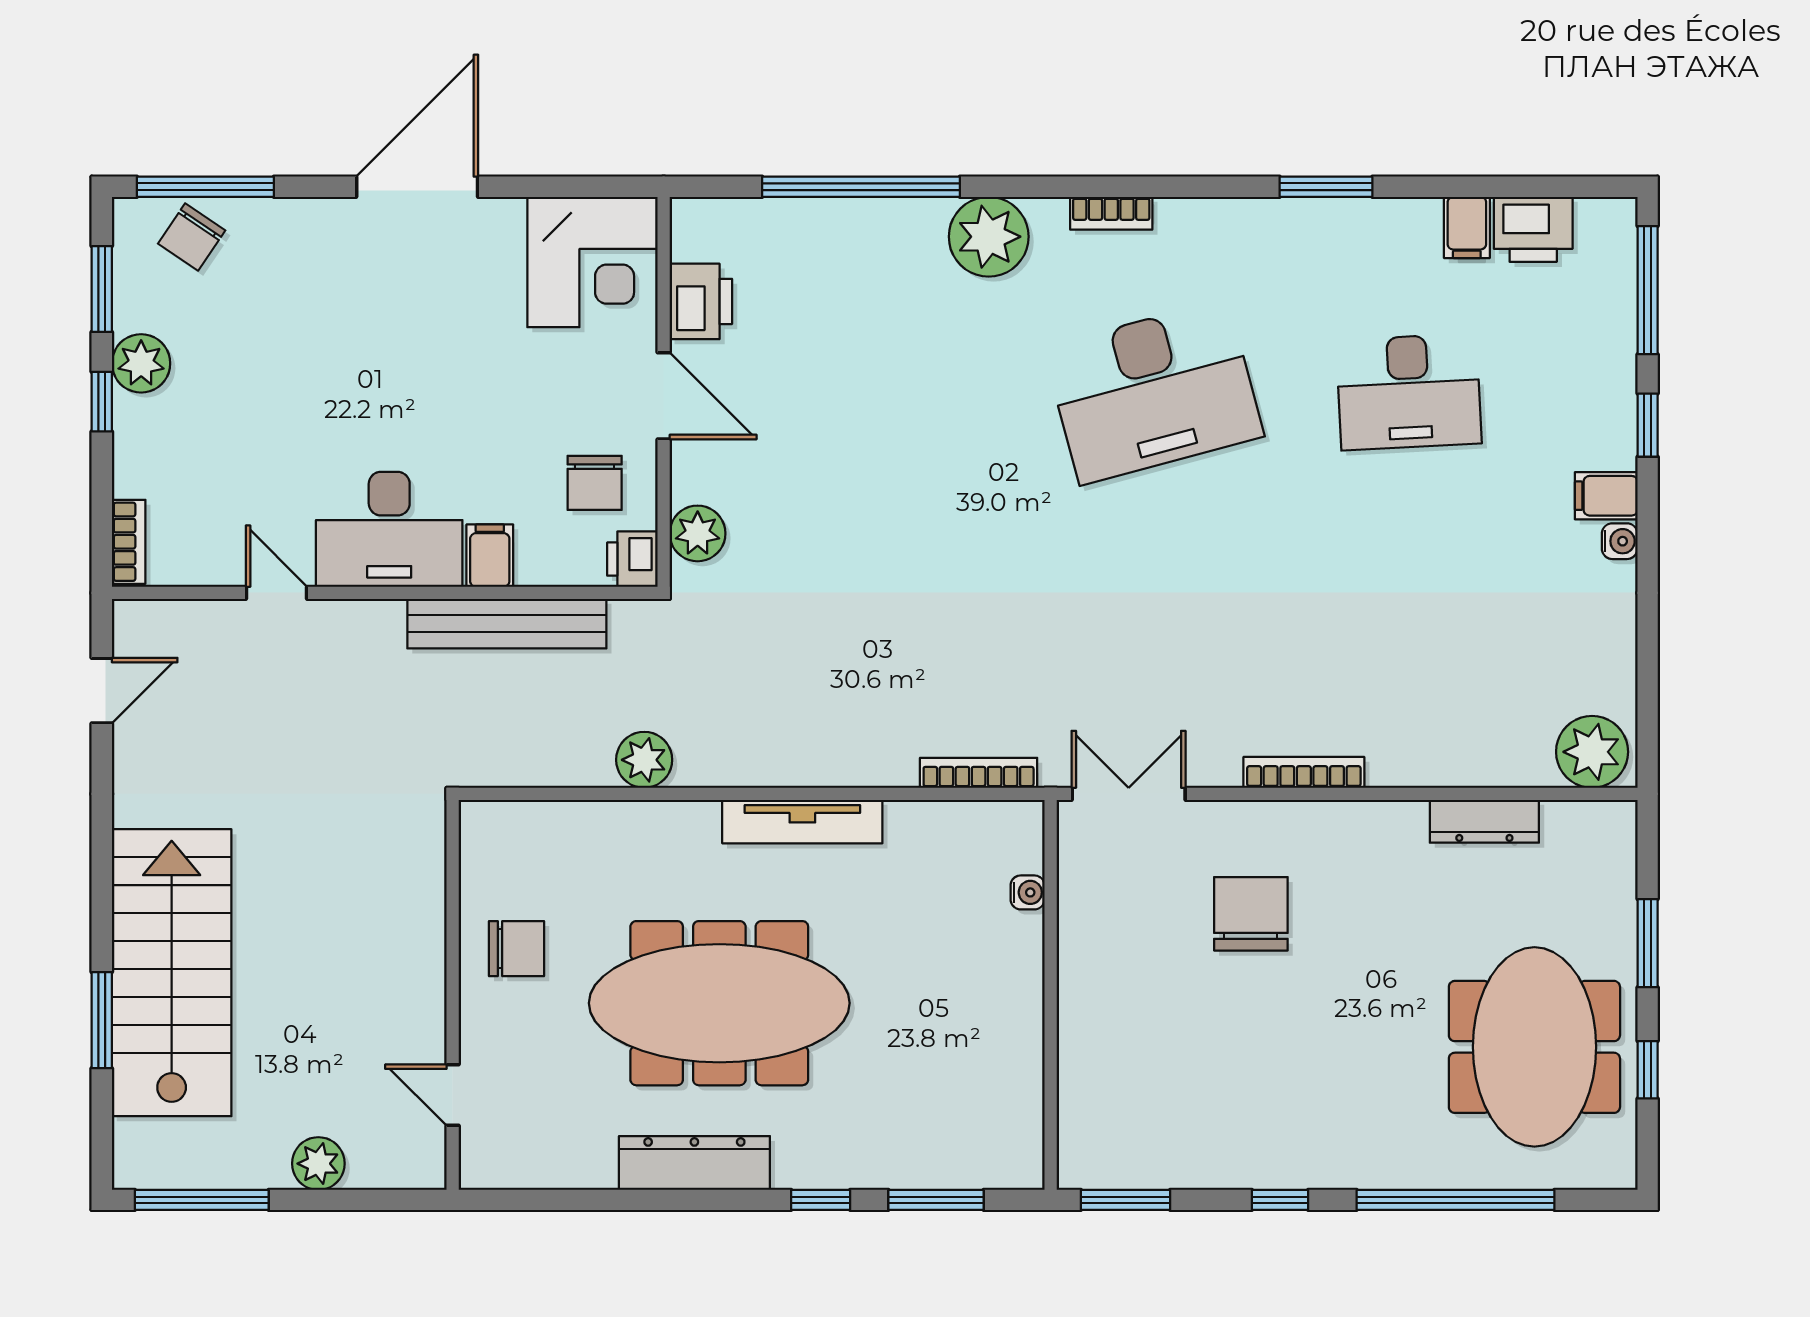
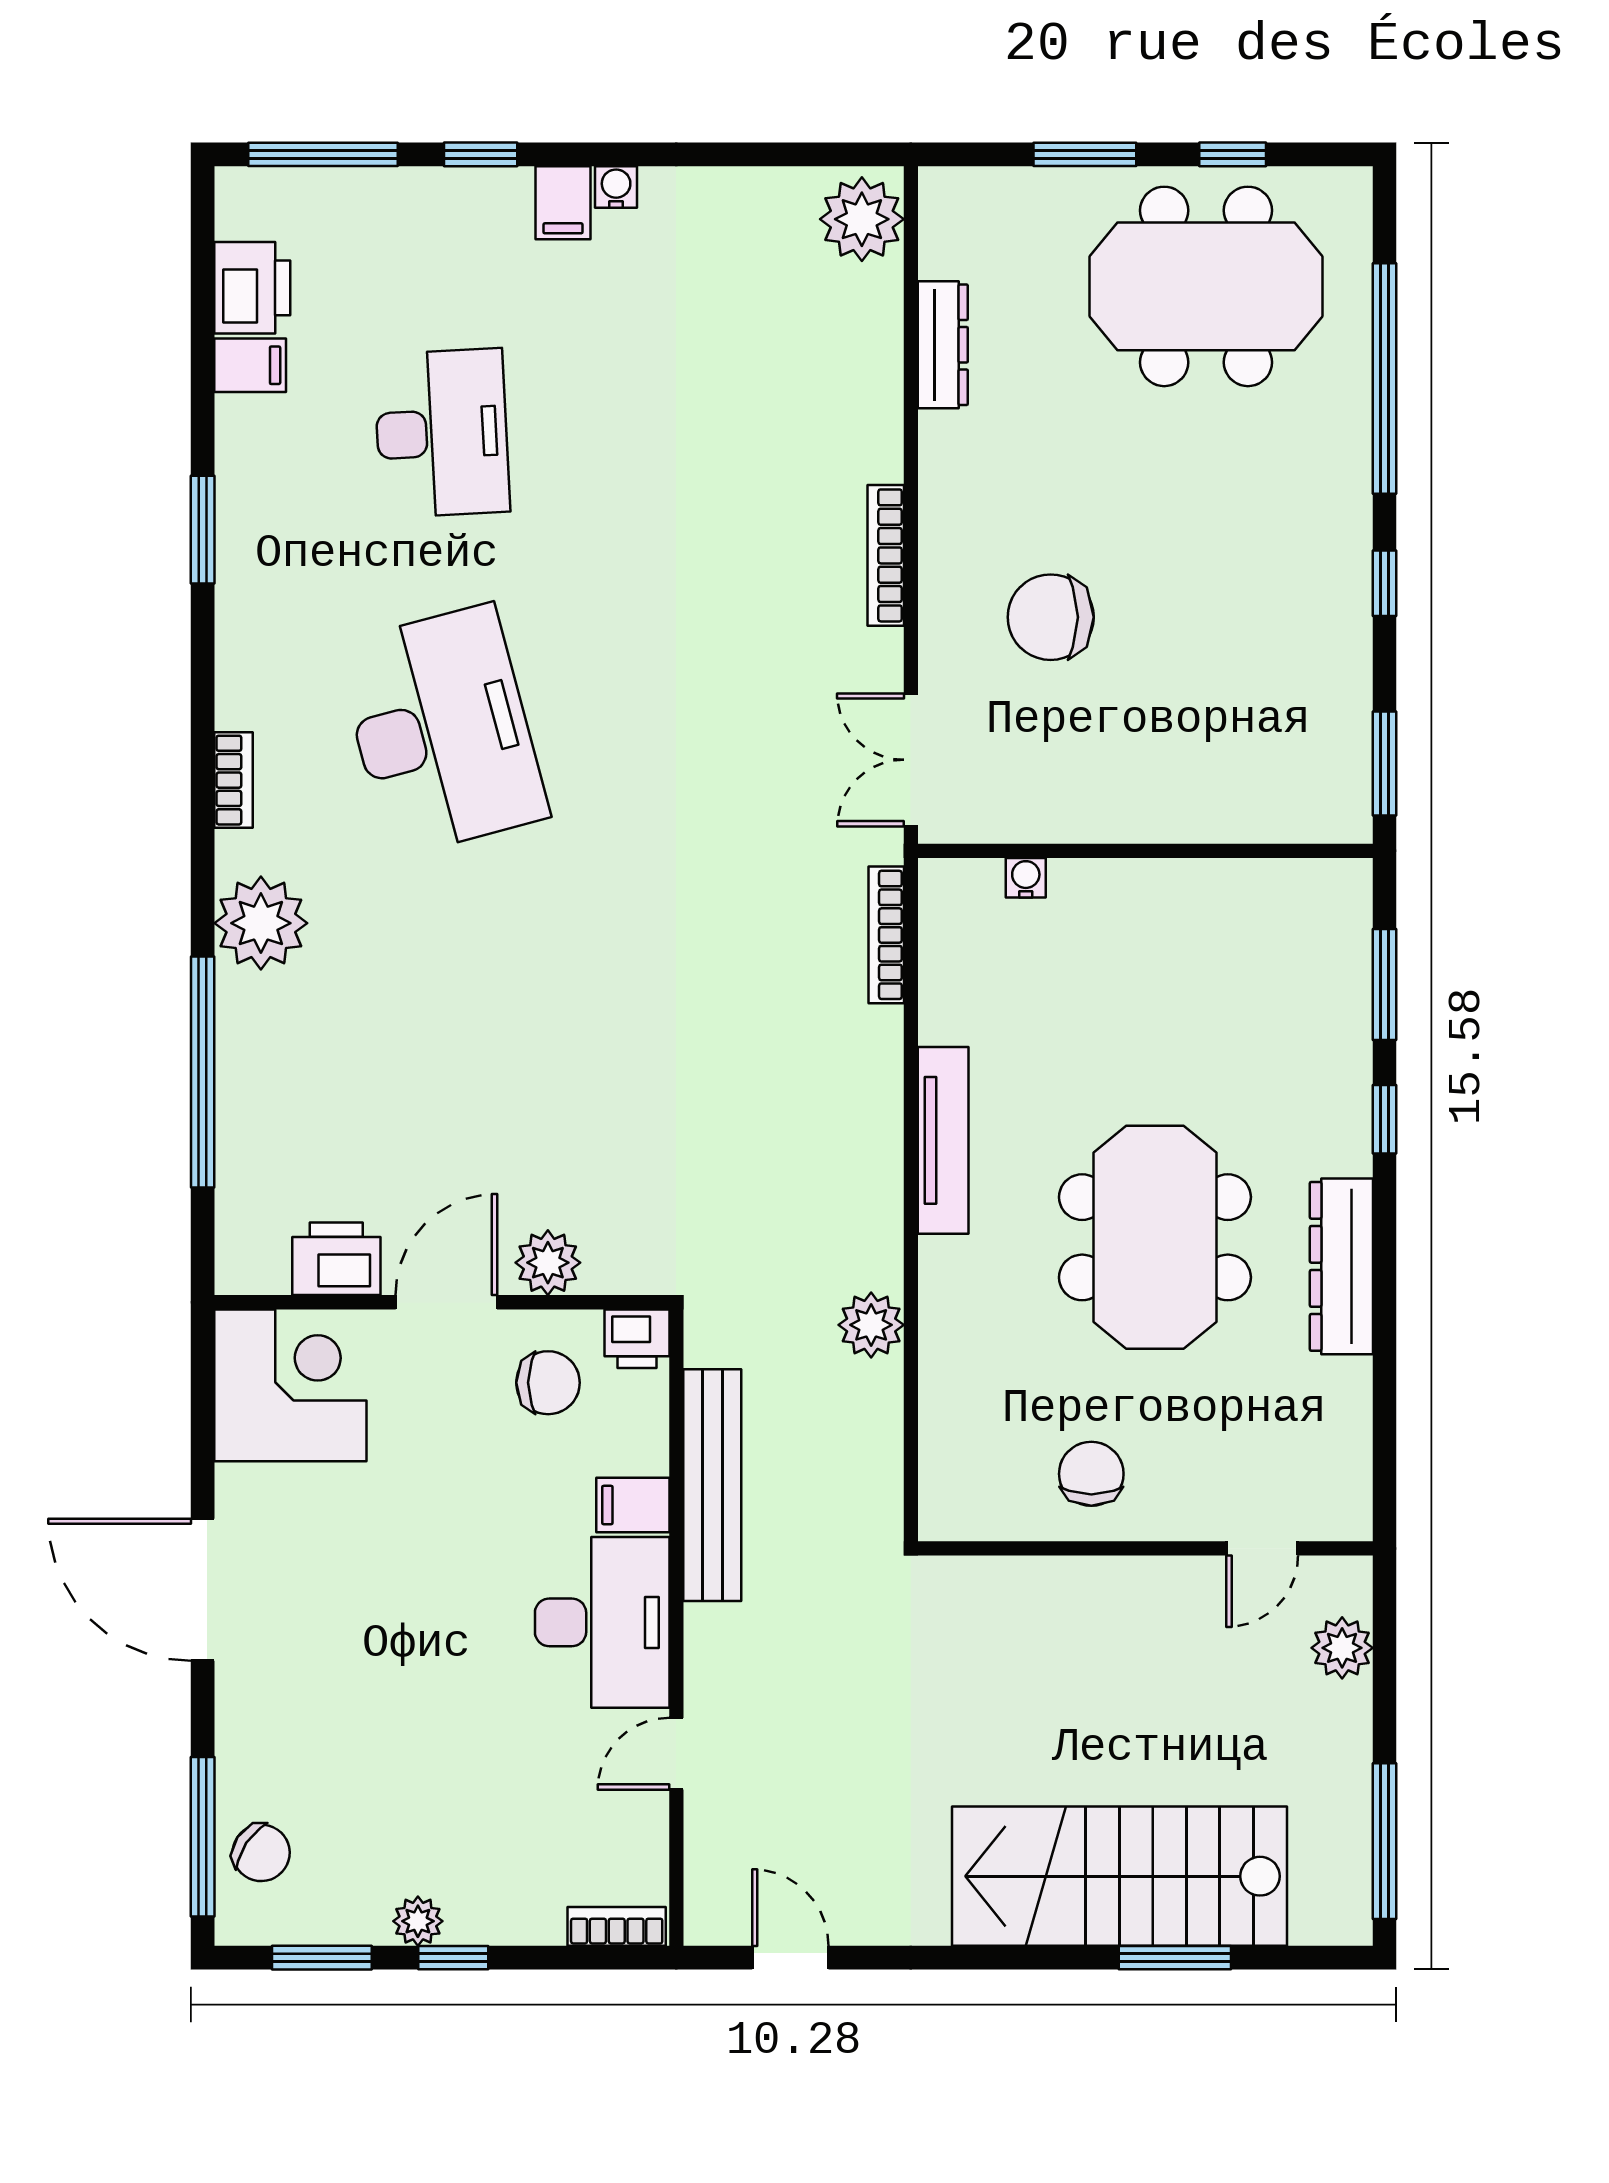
plant: (141, 363) -> (418, 1921), width x0.73, depth x0.73
plant: (698, 533) -> (548, 1263), moved
meeting table: (719, 1003) -> (1155, 1237), width x0.73
plant: (318, 1164) -> (1342, 1648), moved

